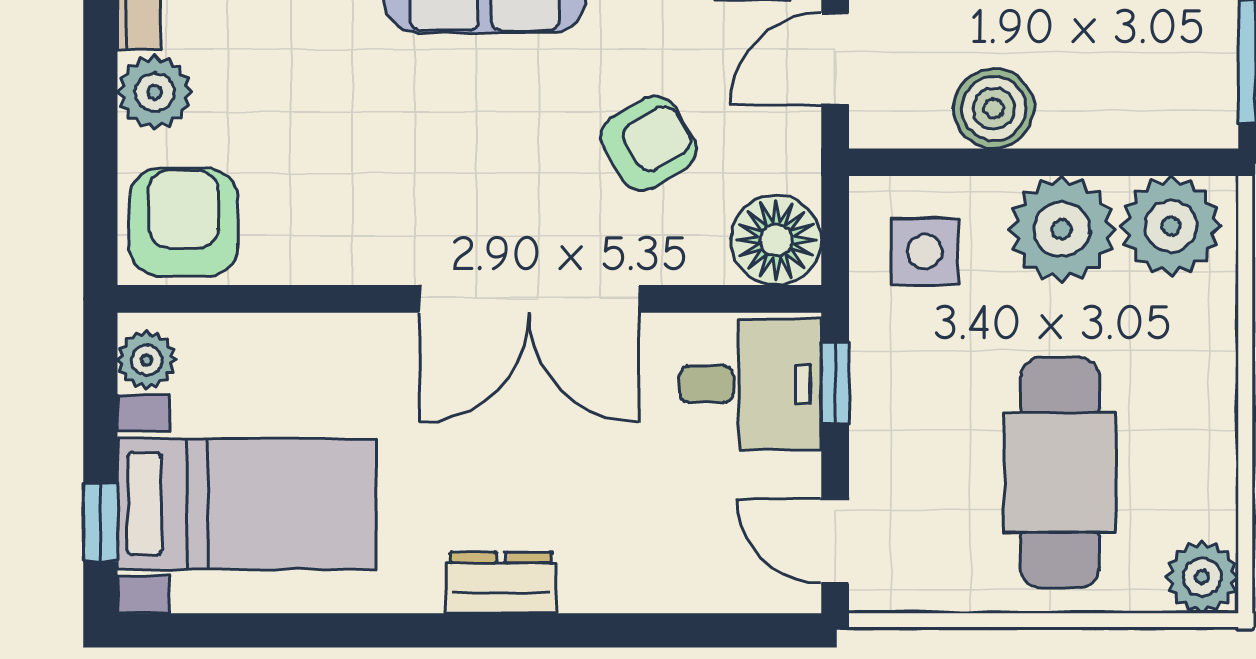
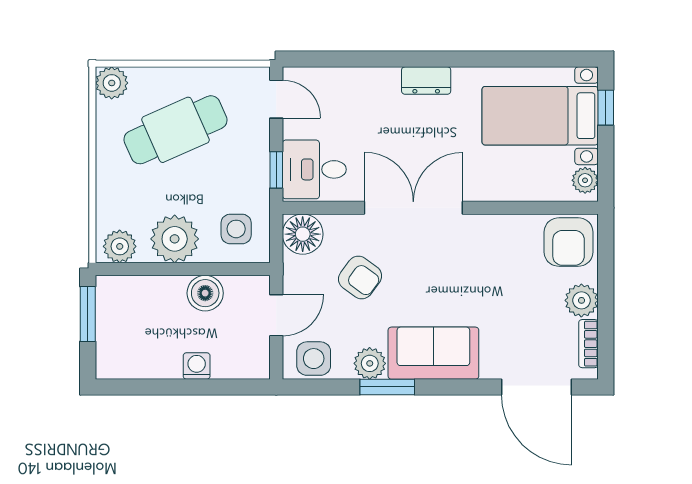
armchair: (648, 143) -> (360, 277), turned -114
plant: (1171, 226) -> (120, 246), width x0.73, depth x0.73
cafe table: (1060, 473) -> (175, 130), turned 66

